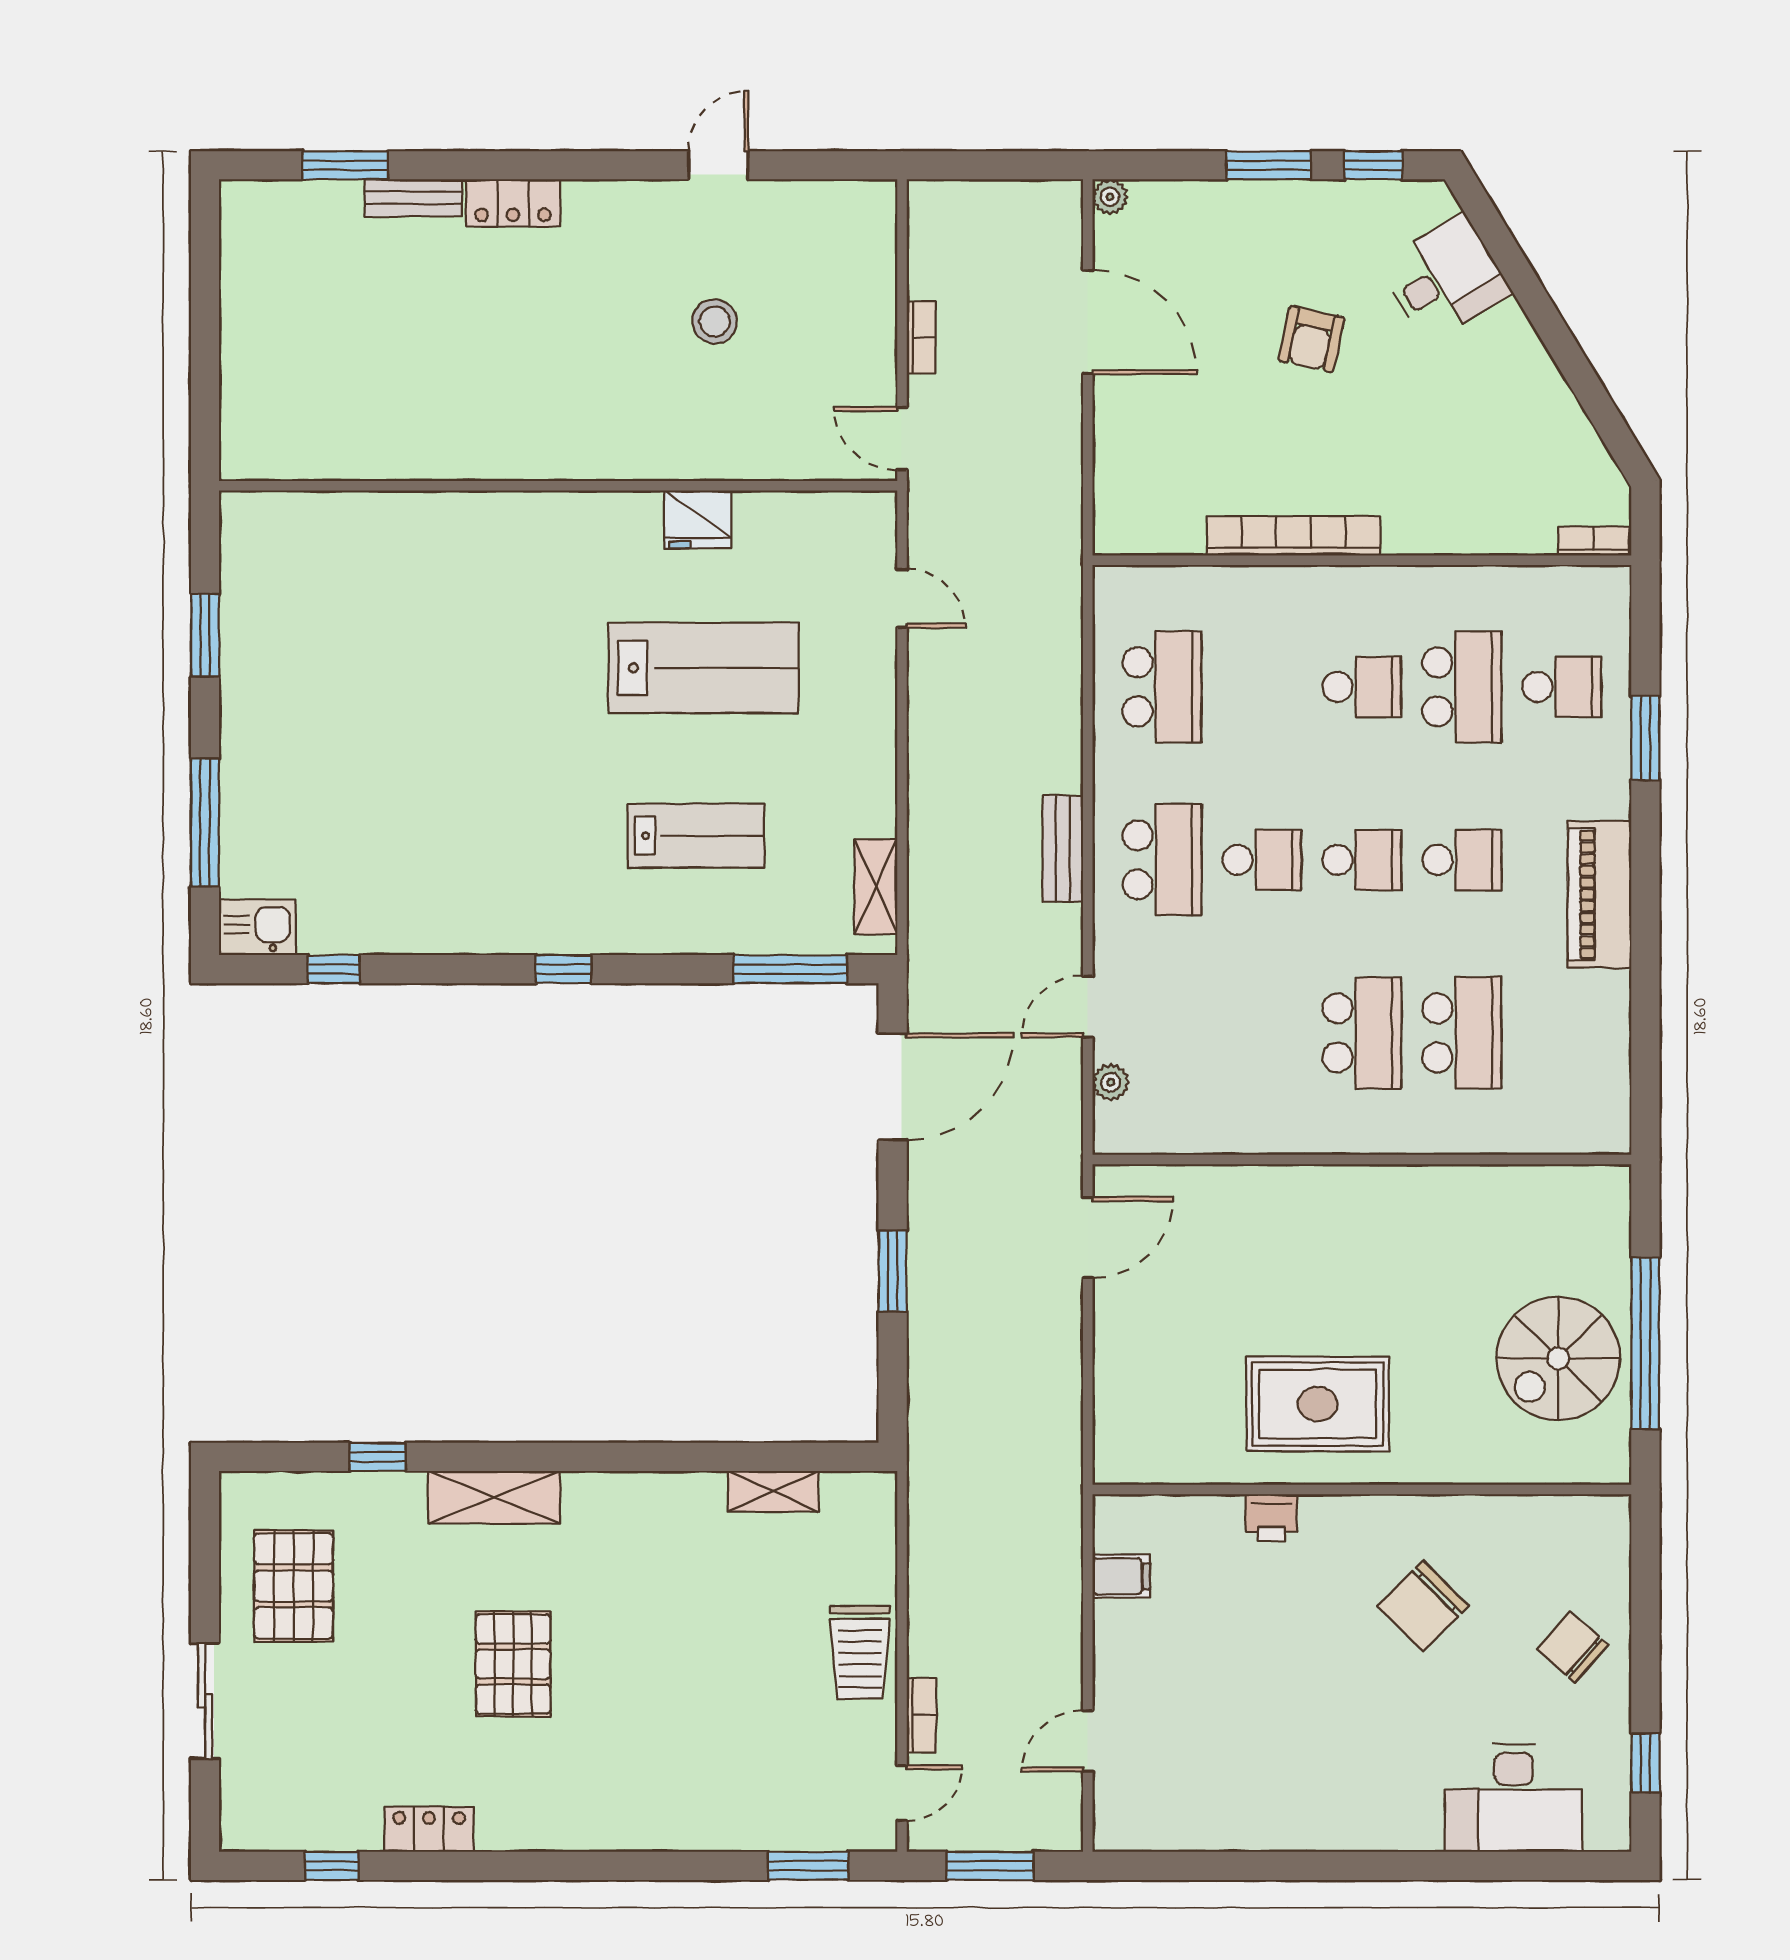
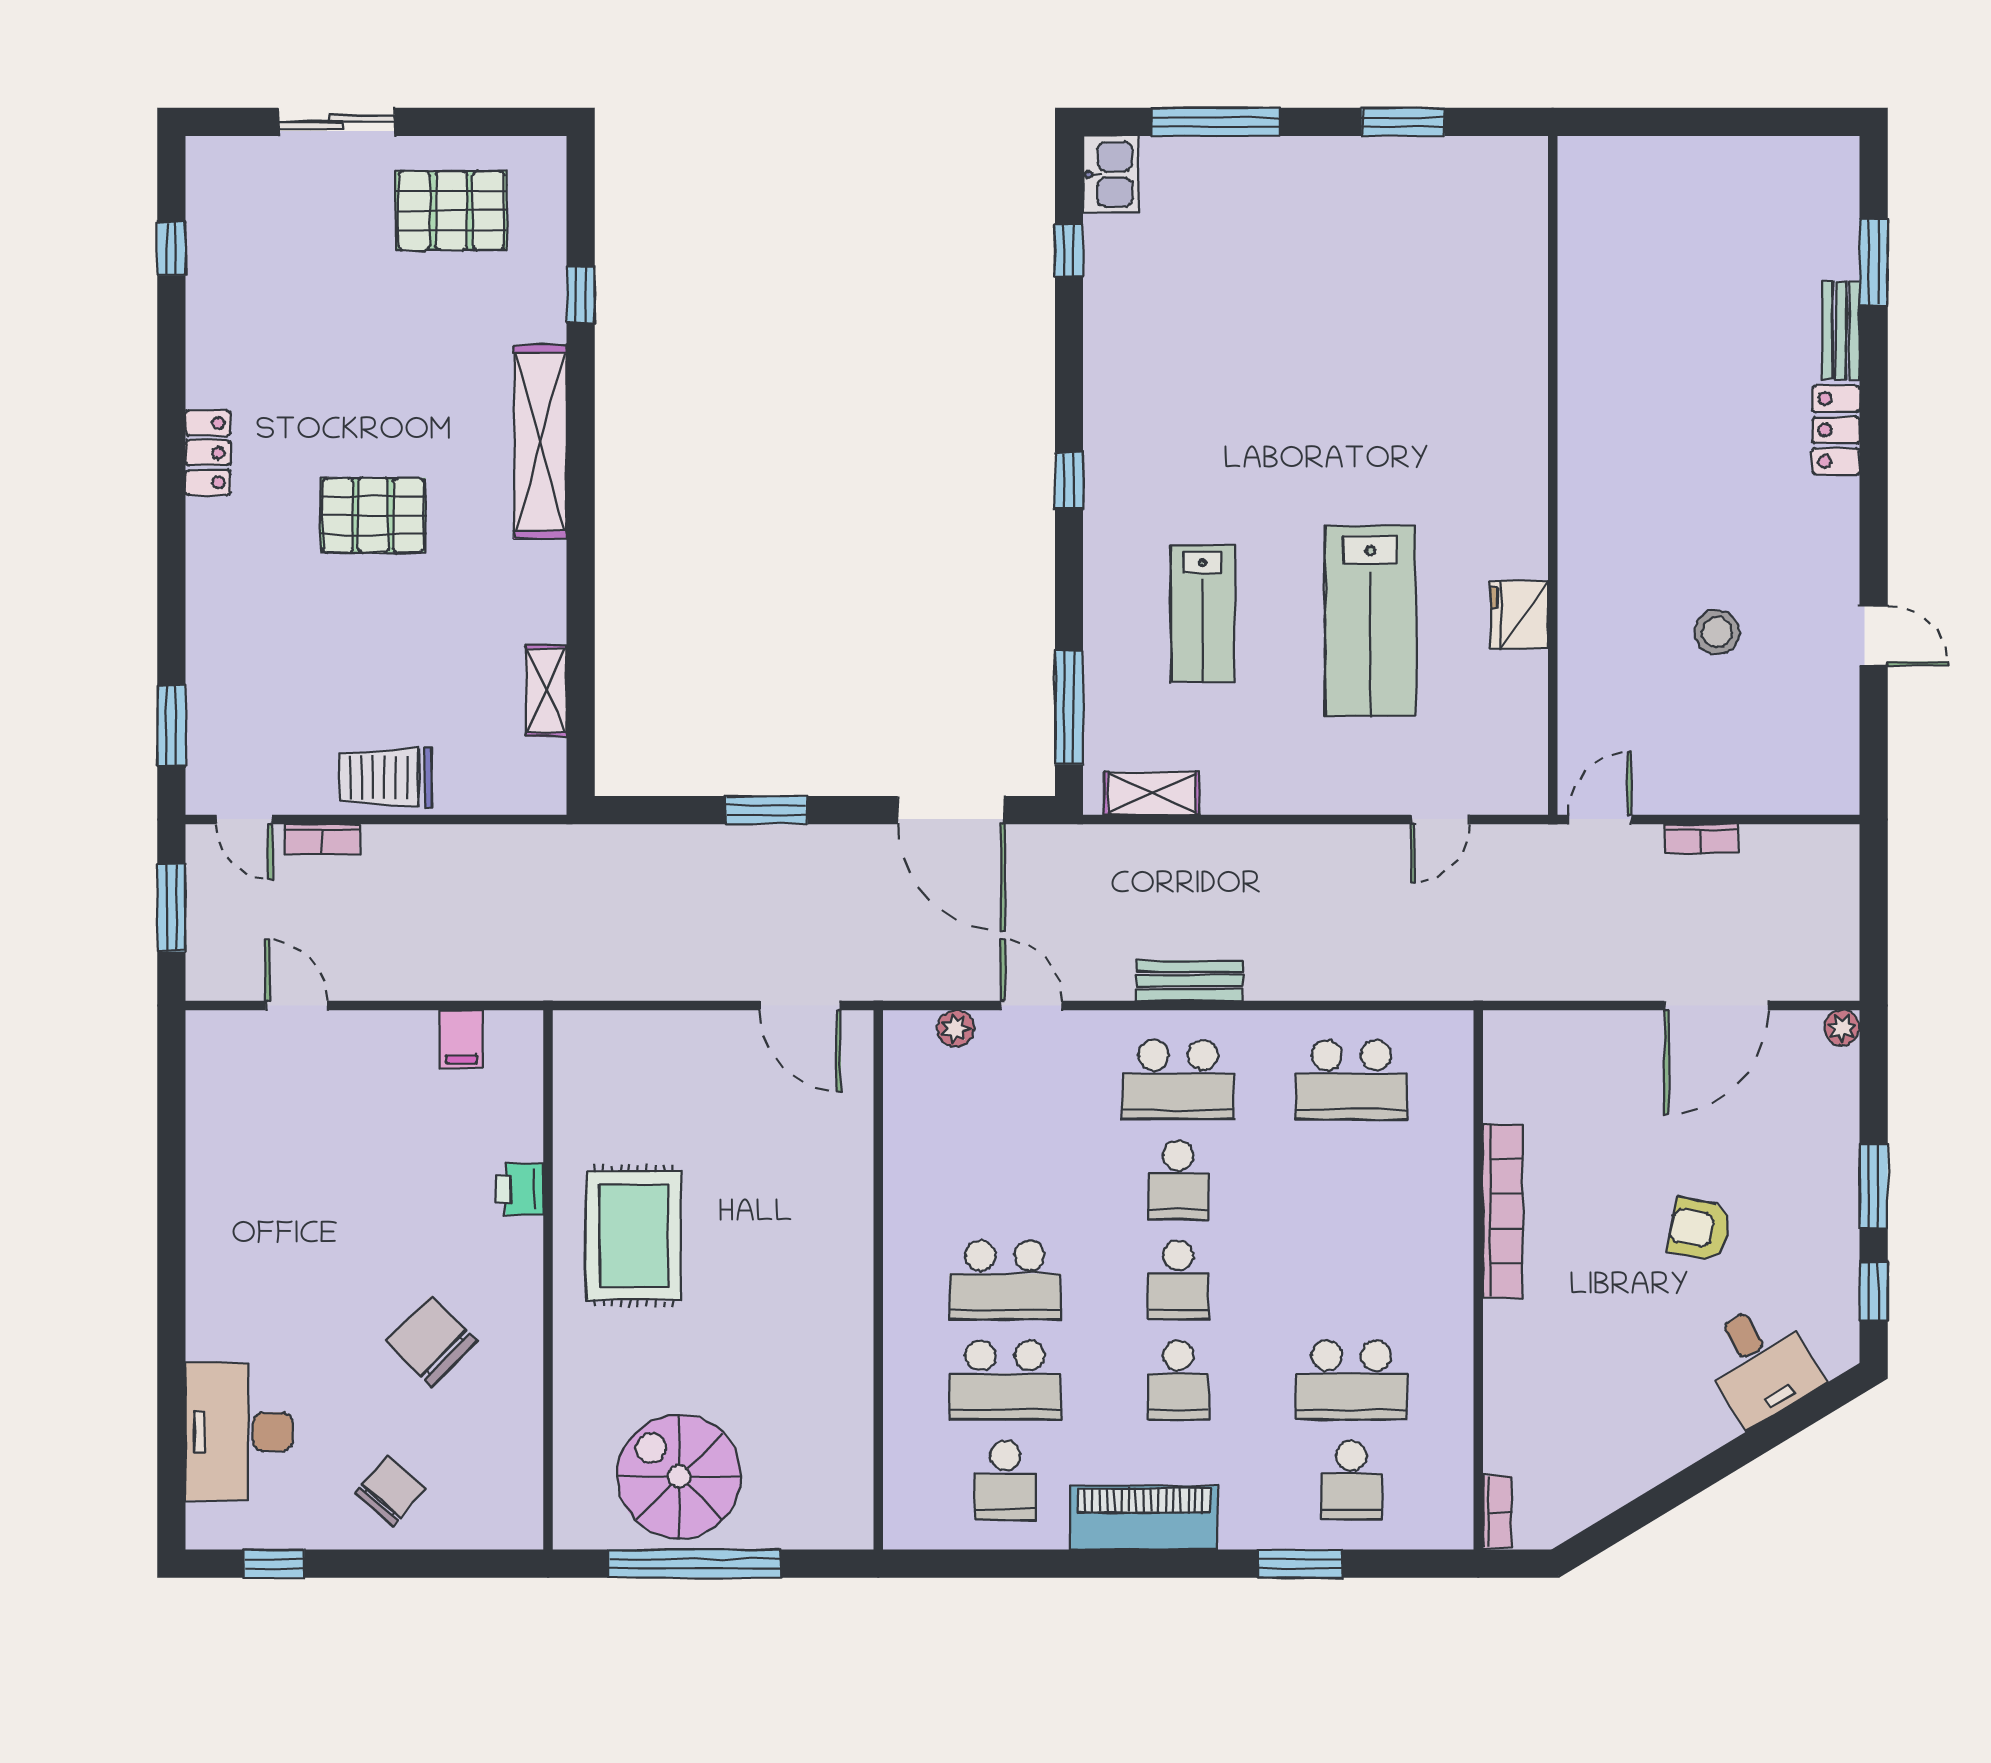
school desk: (1362, 687) -> (1005, 1480), moved
shelving: (494, 1497) -> (540, 442), width x1.47
pallet: (513, 1664) -> (373, 515), moved
locker: (429, 1829) -> (208, 453), moved

